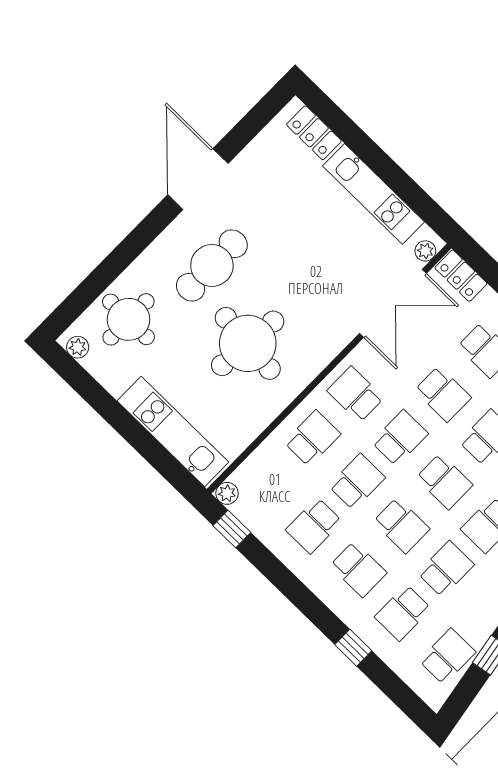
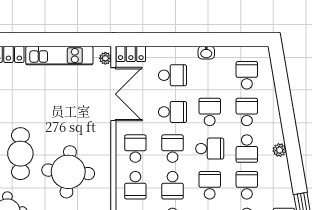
school desk: (355, 394) -> (135, 149), turned 90
school desk: (312, 438) -> (135, 185), turned 180
school desk: (357, 482) -> (173, 185), turned 180
school desk: (401, 525) -> (210, 185), turned -90

